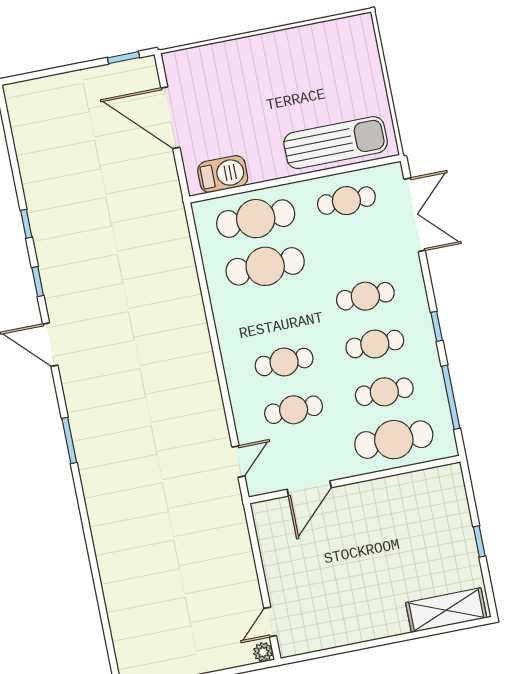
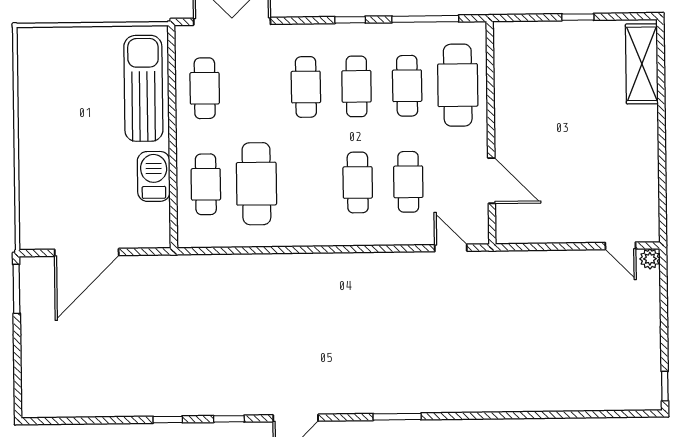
window: (124, 58) -> (16, 289), width x1.50
barbecue: (223, 174) -> (154, 176), moved
cafe table: (256, 219) -> (206, 184), width x0.73, depth x0.74

